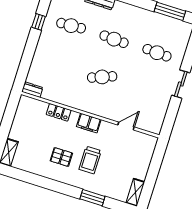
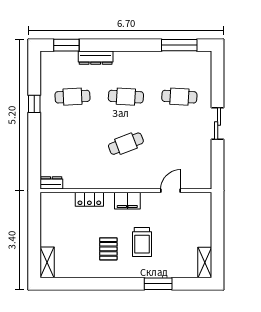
pallet: (61, 157) -> (108, 249), turned 90

